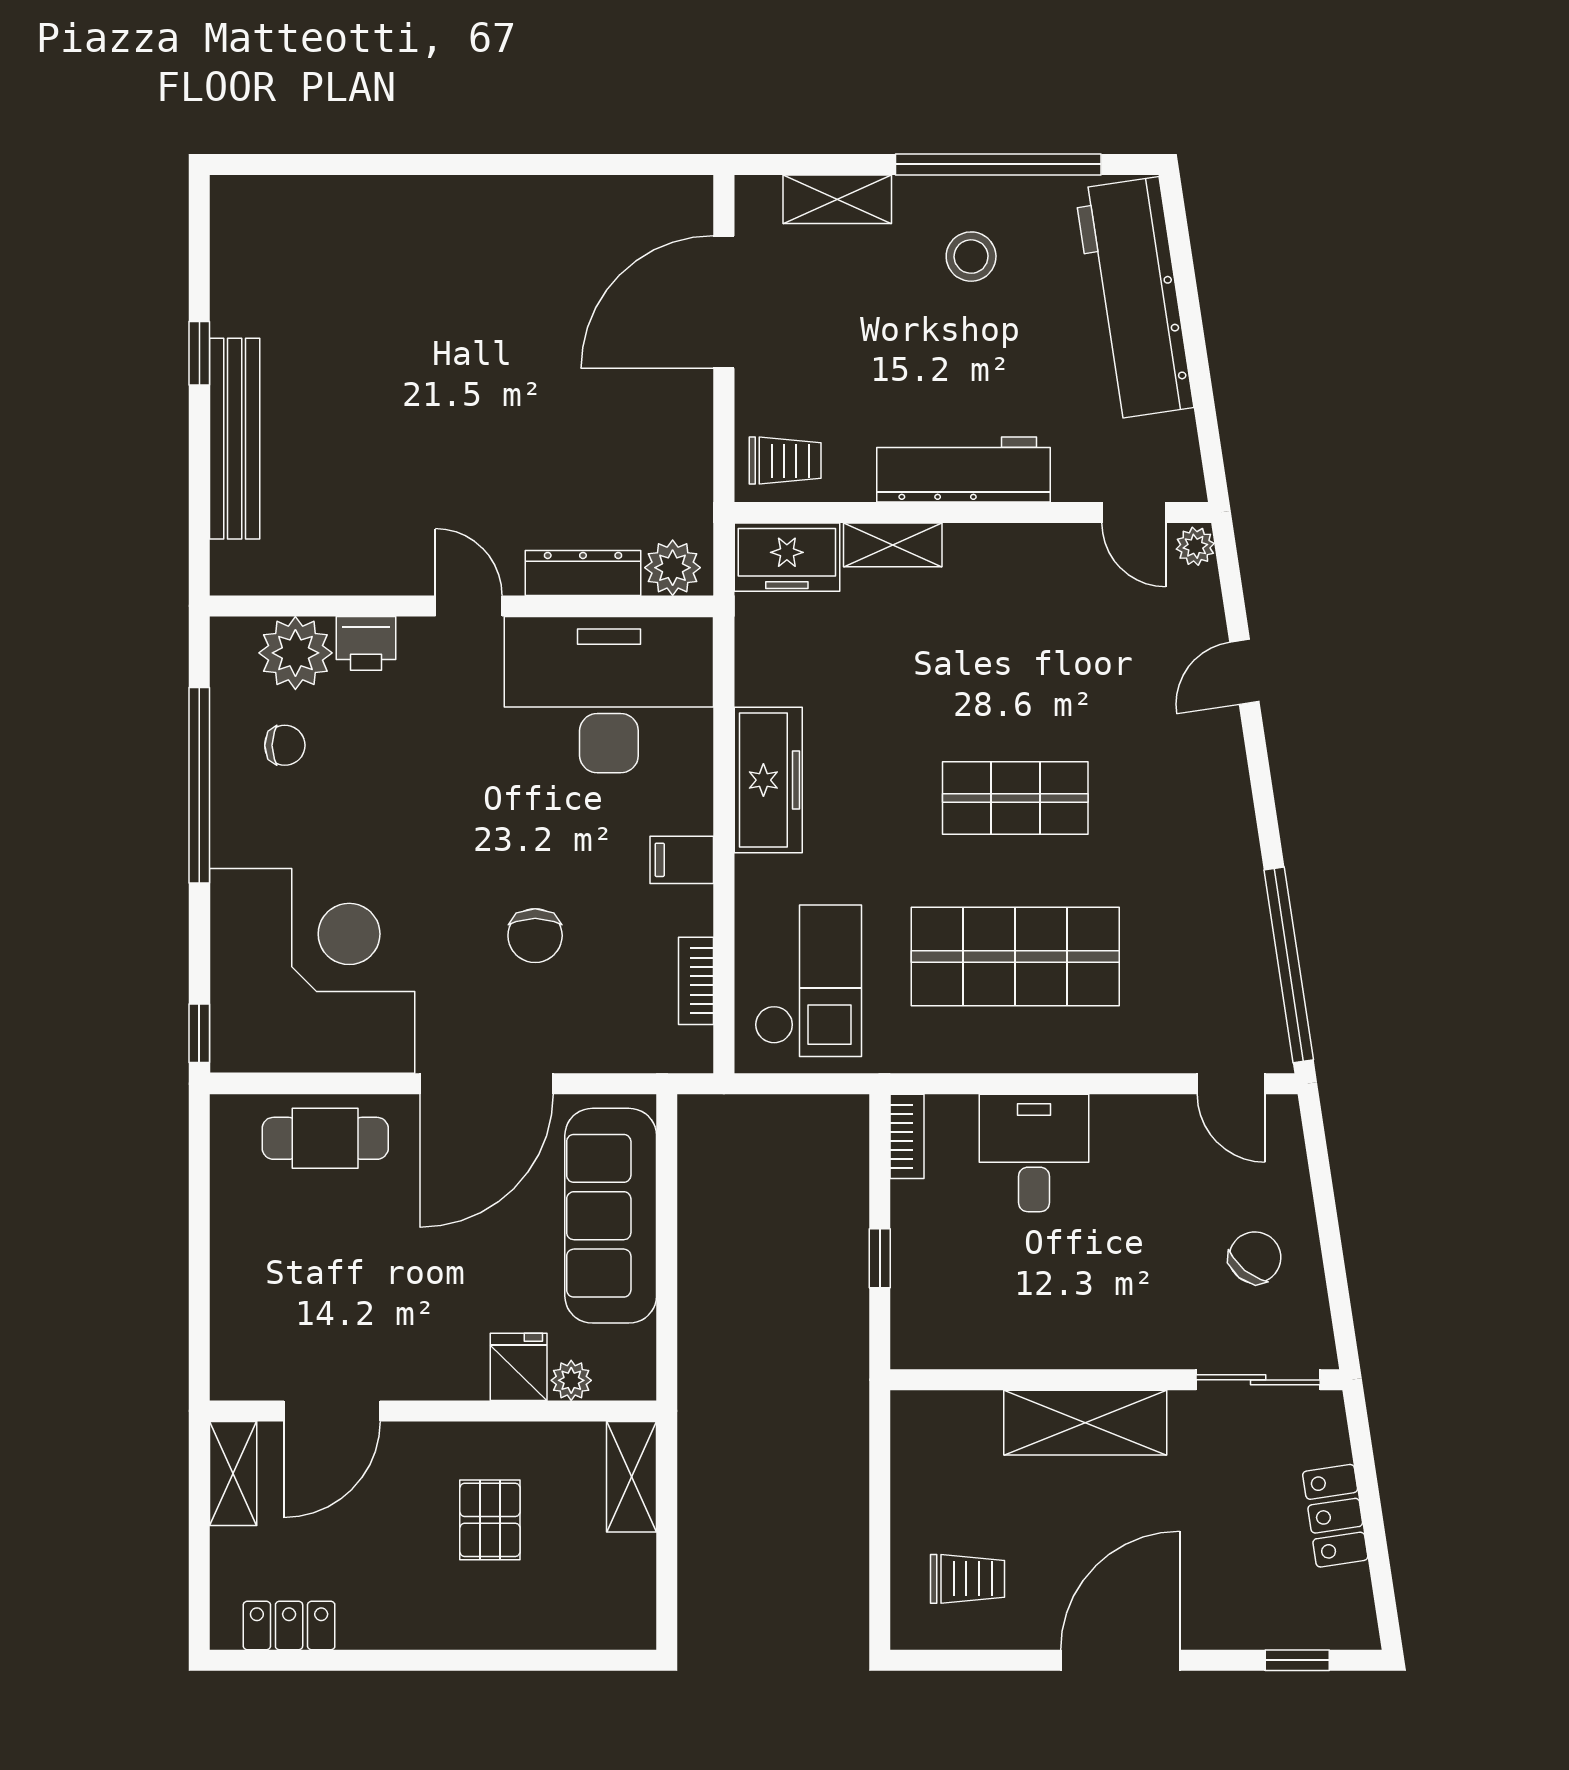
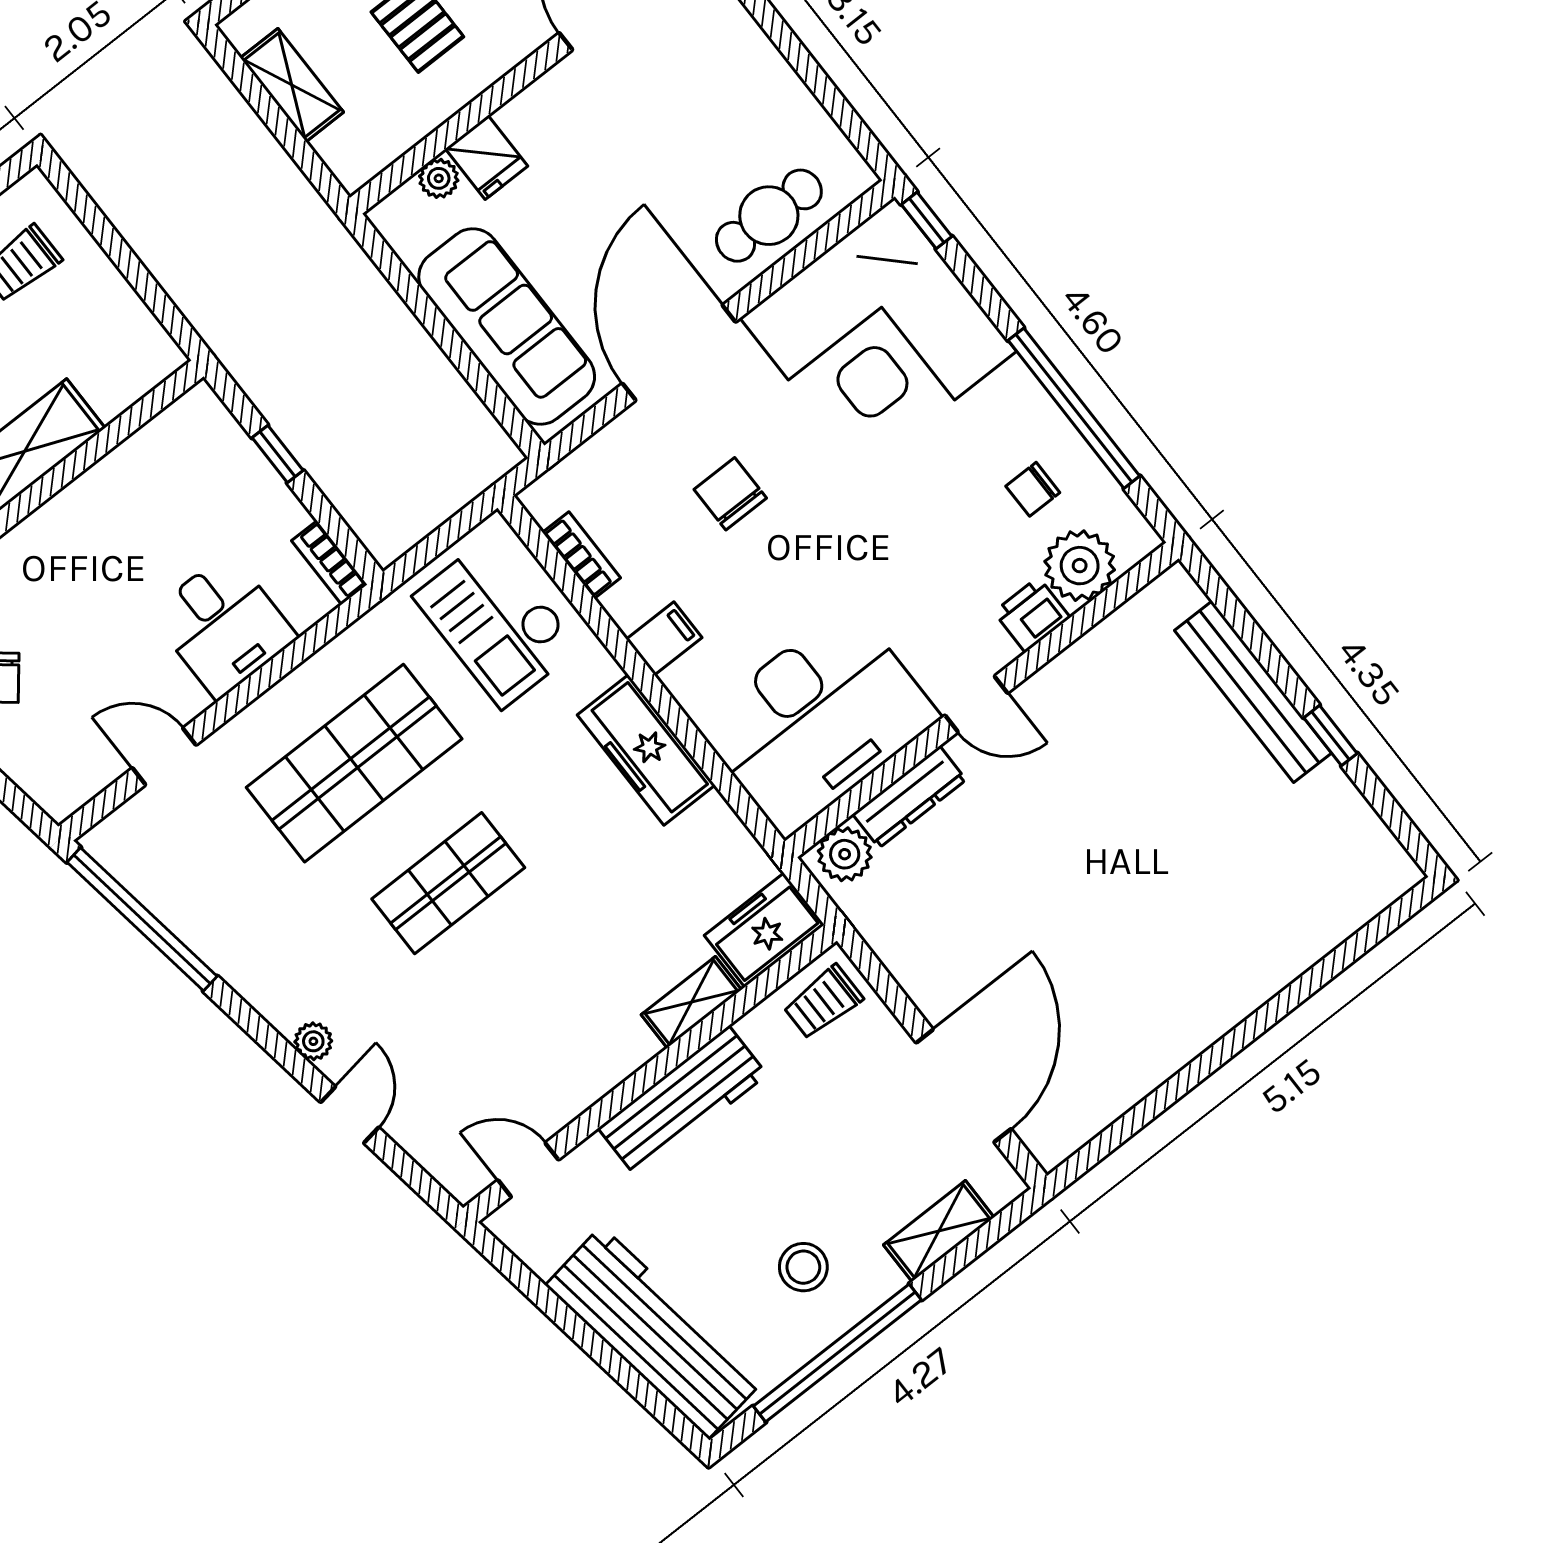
plant: (1195, 546) -> (313, 1041), moved
door: (1231, 1084) -> (164, 756), moved
shelving: (631, 1477) -> (292, 85), moved

